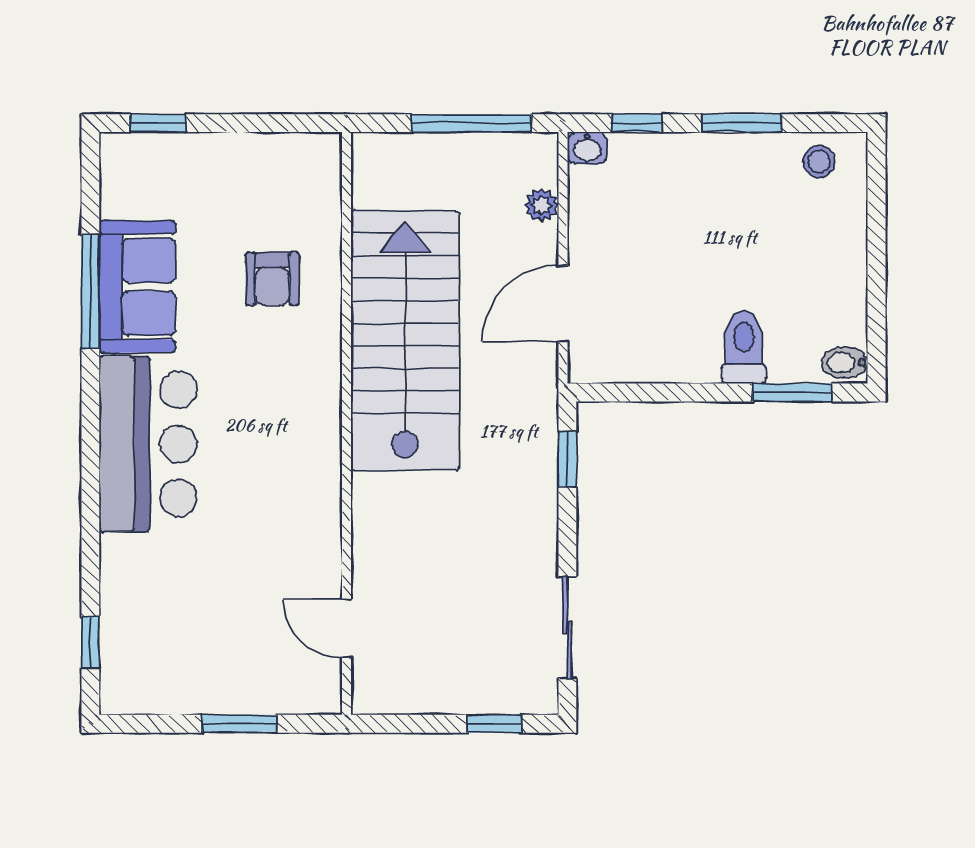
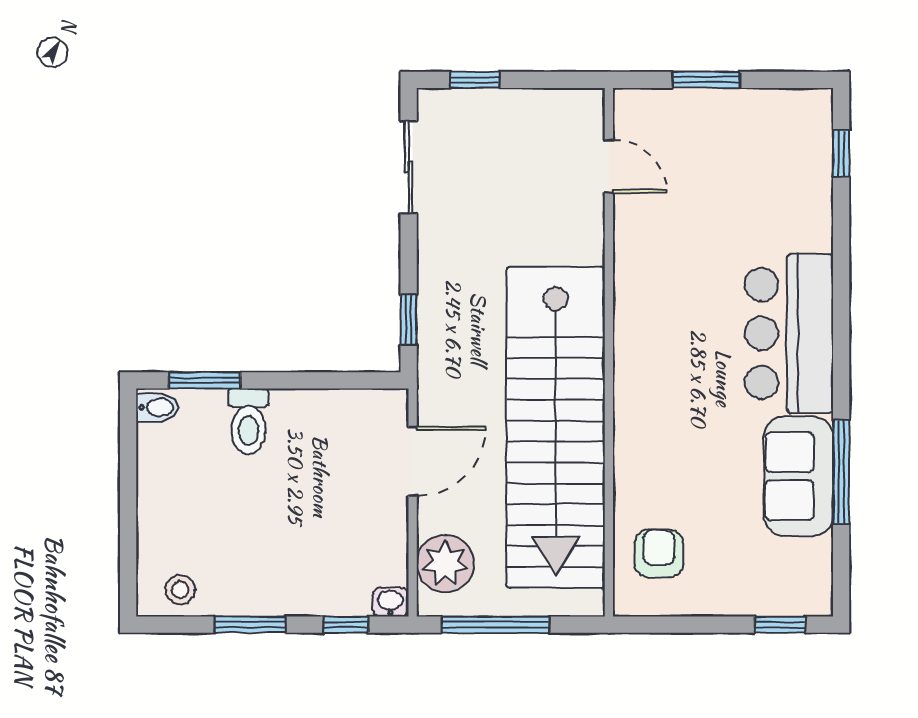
plant: (542, 205) -> (445, 564), width x1.87, depth x1.87
armchair: (272, 279) -> (659, 553), moved
stairs: (405, 341) -> (556, 427), width x1.36

